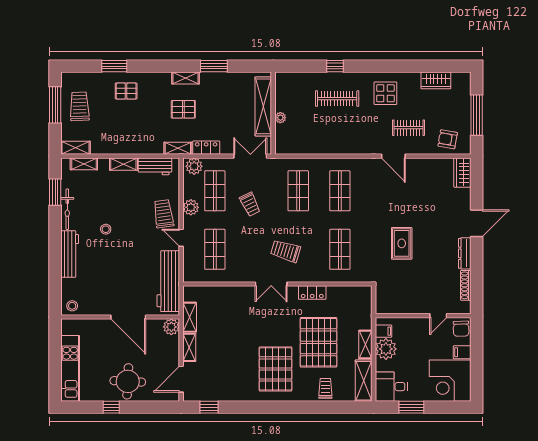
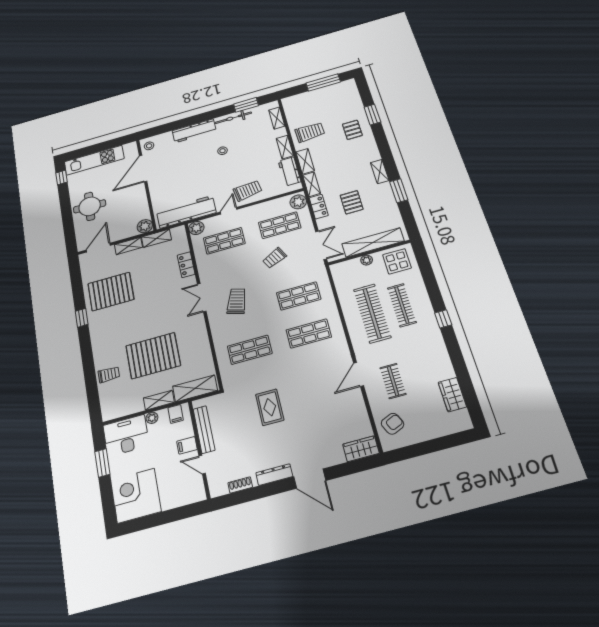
window: (335, 66) -> (443, 319), moved
display table: (385, 93) -> (397, 261), moved
trolley: (80, 106) -> (310, 132), moved
pallet: (183, 109) -> (352, 202), moved
window: (477, 115) -> (428, 447), removed
clothes rail: (337, 128) -> (372, 313), added
armchair: (448, 139) -> (392, 424), turned 56
shelving: (76, 148) -> (305, 161), moved
plant: (191, 207) -> (196, 228), moved
rug: (402, 243) -> (270, 407), turned 90
shoe rack: (466, 285) -> (240, 485), width x0.70
locker: (312, 293) -> (186, 265), moved
bench: (406, 308) -> (204, 430), added
door: (128, 317) -> (143, 168), moved
chair: (461, 329) -> (193, 492), removed
plant: (386, 349) -> (152, 418), width x0.53, depth x0.53
filing cabinet: (462, 352) -> (187, 445), moved, turned -90
pallet: (276, 369) -> (111, 292), moved
door: (181, 379) -> (98, 248), hinge flipped
shelving: (364, 381) -> (195, 388), moved
desk: (391, 387) -> (126, 436), width x1.37
window: (111, 407) -> (62, 177), moved
window: (209, 407) -> (82, 318), moved

